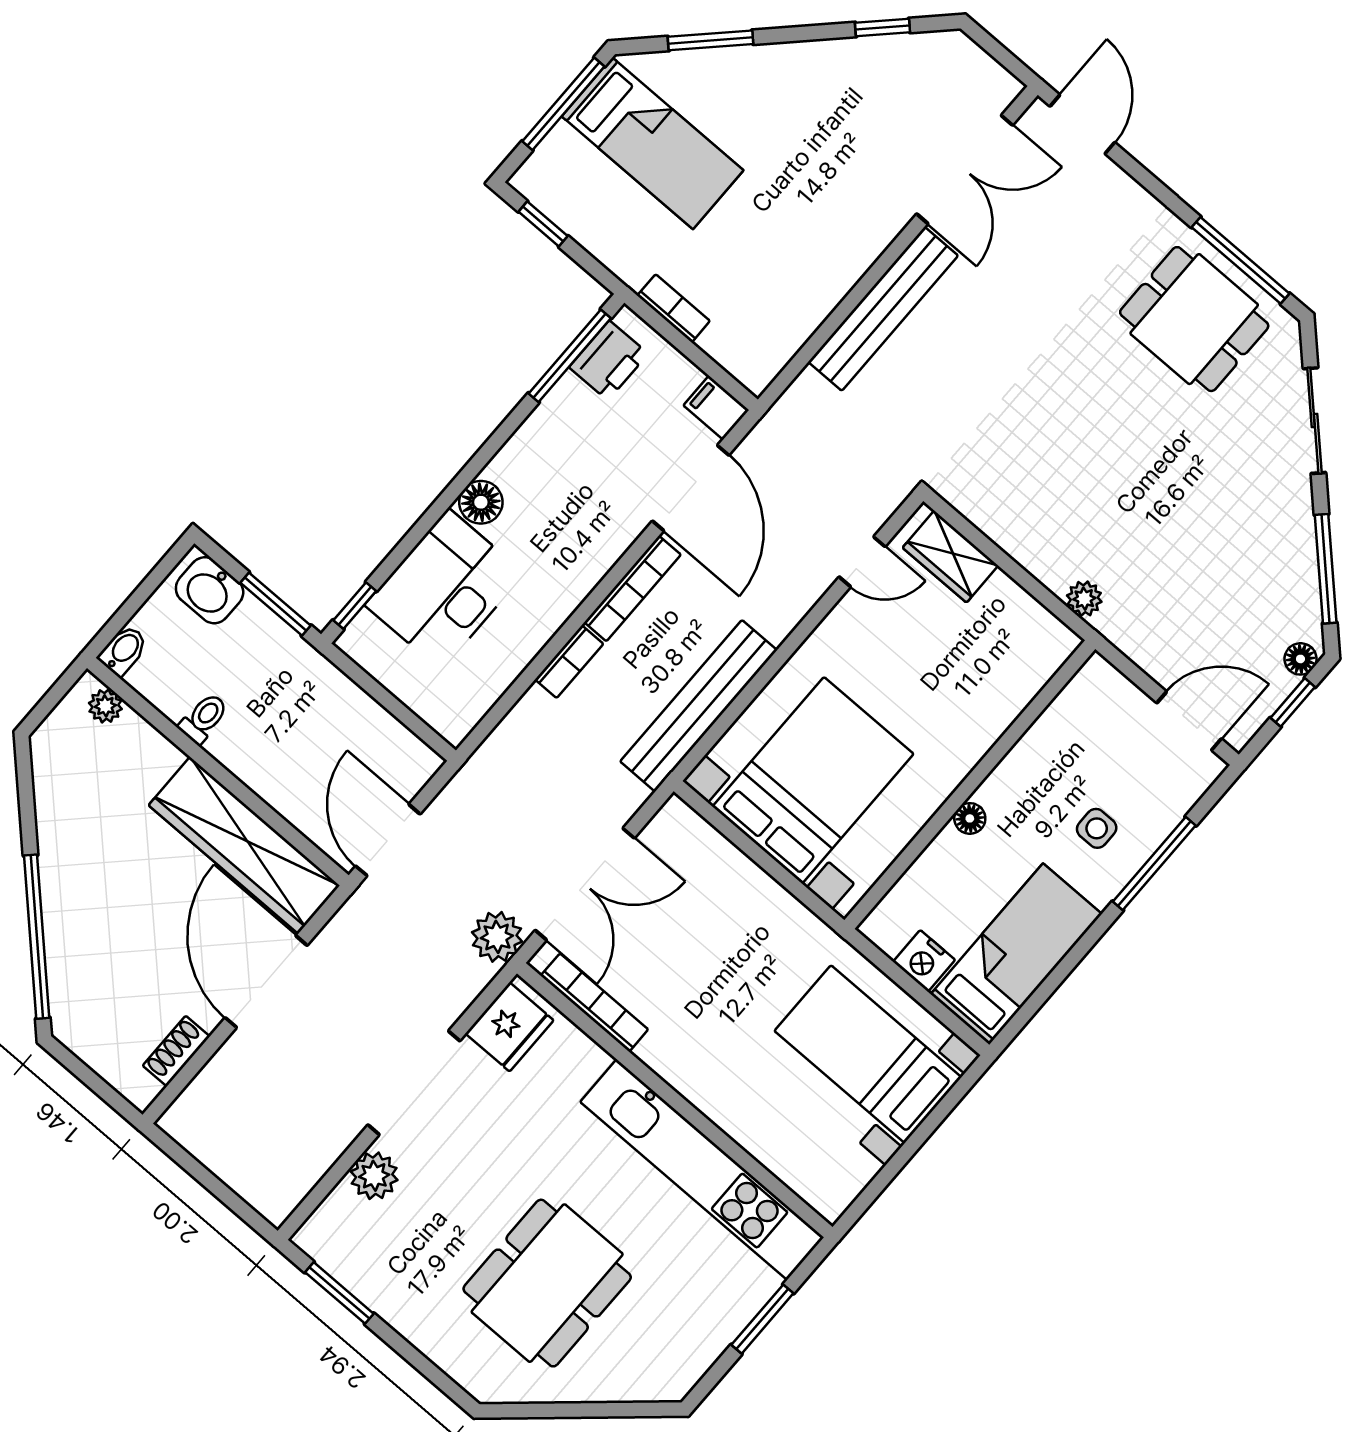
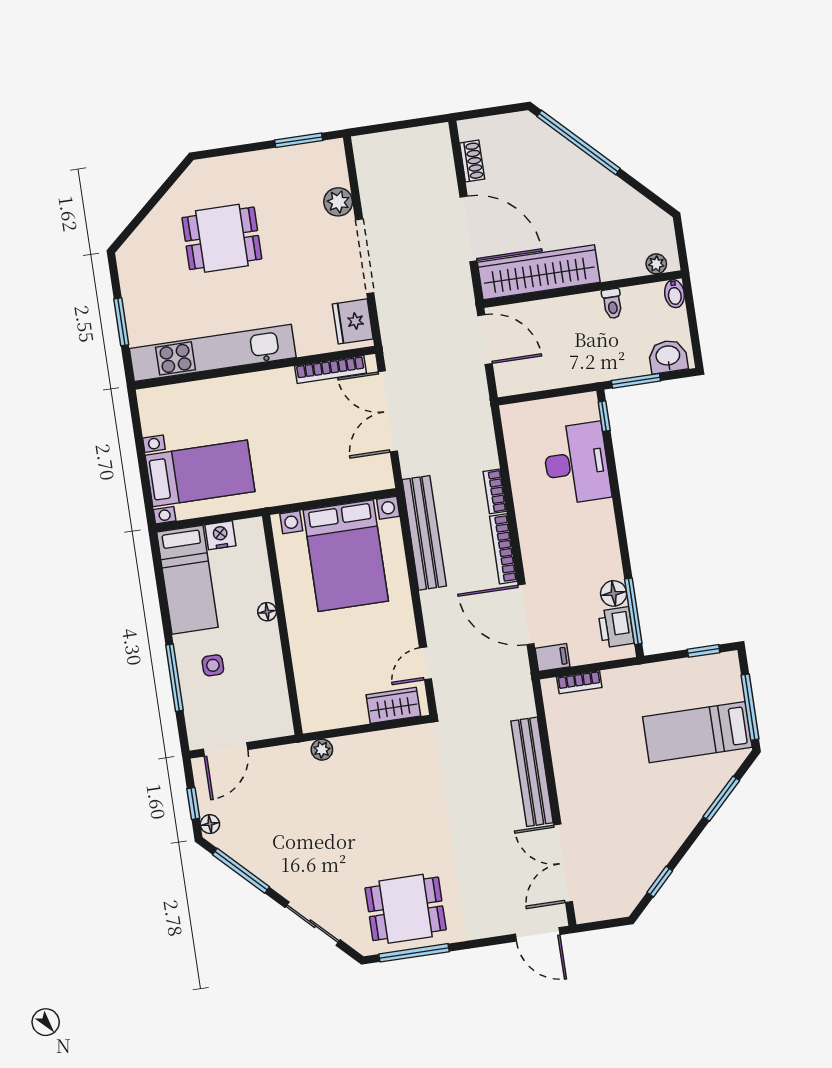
bookcase: (674, 308) -> (579, 682), moved
floor lamp: (481, 502) -> (614, 593), moved
plant: (497, 937) -> (398, 351), removed
dining table: (547, 1283) -> (222, 238), width x0.73

